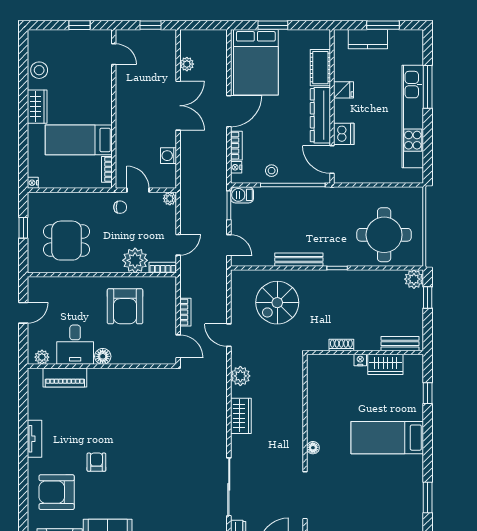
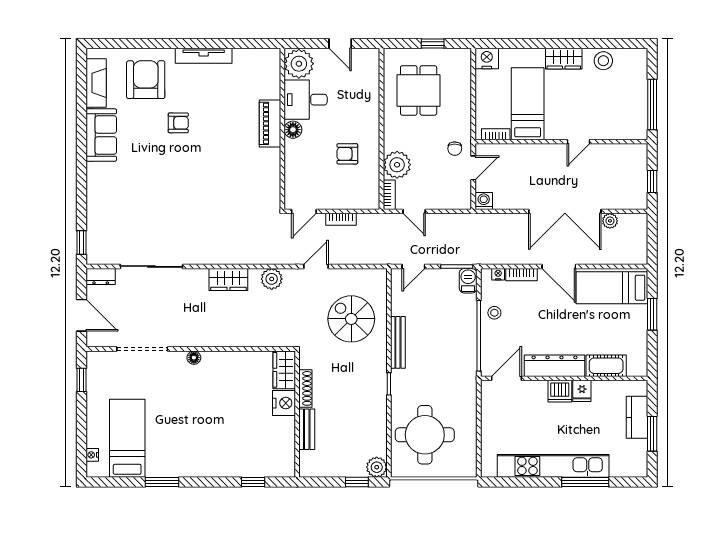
window: (79, 25) -> (652, 104), width x2.17
door: (114, 54) -> (578, 142), moved
bed: (256, 62) -> (612, 288), width x0.67
double door: (178, 106) -> (565, 211), width x1.36
dishwasher: (344, 134) -> (560, 391), moved
washing machine: (168, 156) -> (484, 201), moved
nightstand: (33, 183) -> (487, 59), width x1.89, depth x1.79
plant: (170, 198) -> (464, 202), removed
armchair: (125, 306) -> (347, 154), width x0.53, depth x0.53
bench: (400, 344) -> (307, 429), moved
shoe rack: (341, 345) -> (305, 388), width x1.43
plant: (42, 357) -> (299, 64), width x1.87, depth x1.87
nightstand: (360, 360) -> (284, 403), width x1.89, depth x1.79
wardrobe: (385, 364) -> (284, 370), moved
piano: (65, 377) -> (270, 123), moved
bed: (387, 438) -> (127, 438), moved
tv unit: (35, 439) -> (204, 56), width x1.41
window: (428, 498) -> (162, 482), moved

